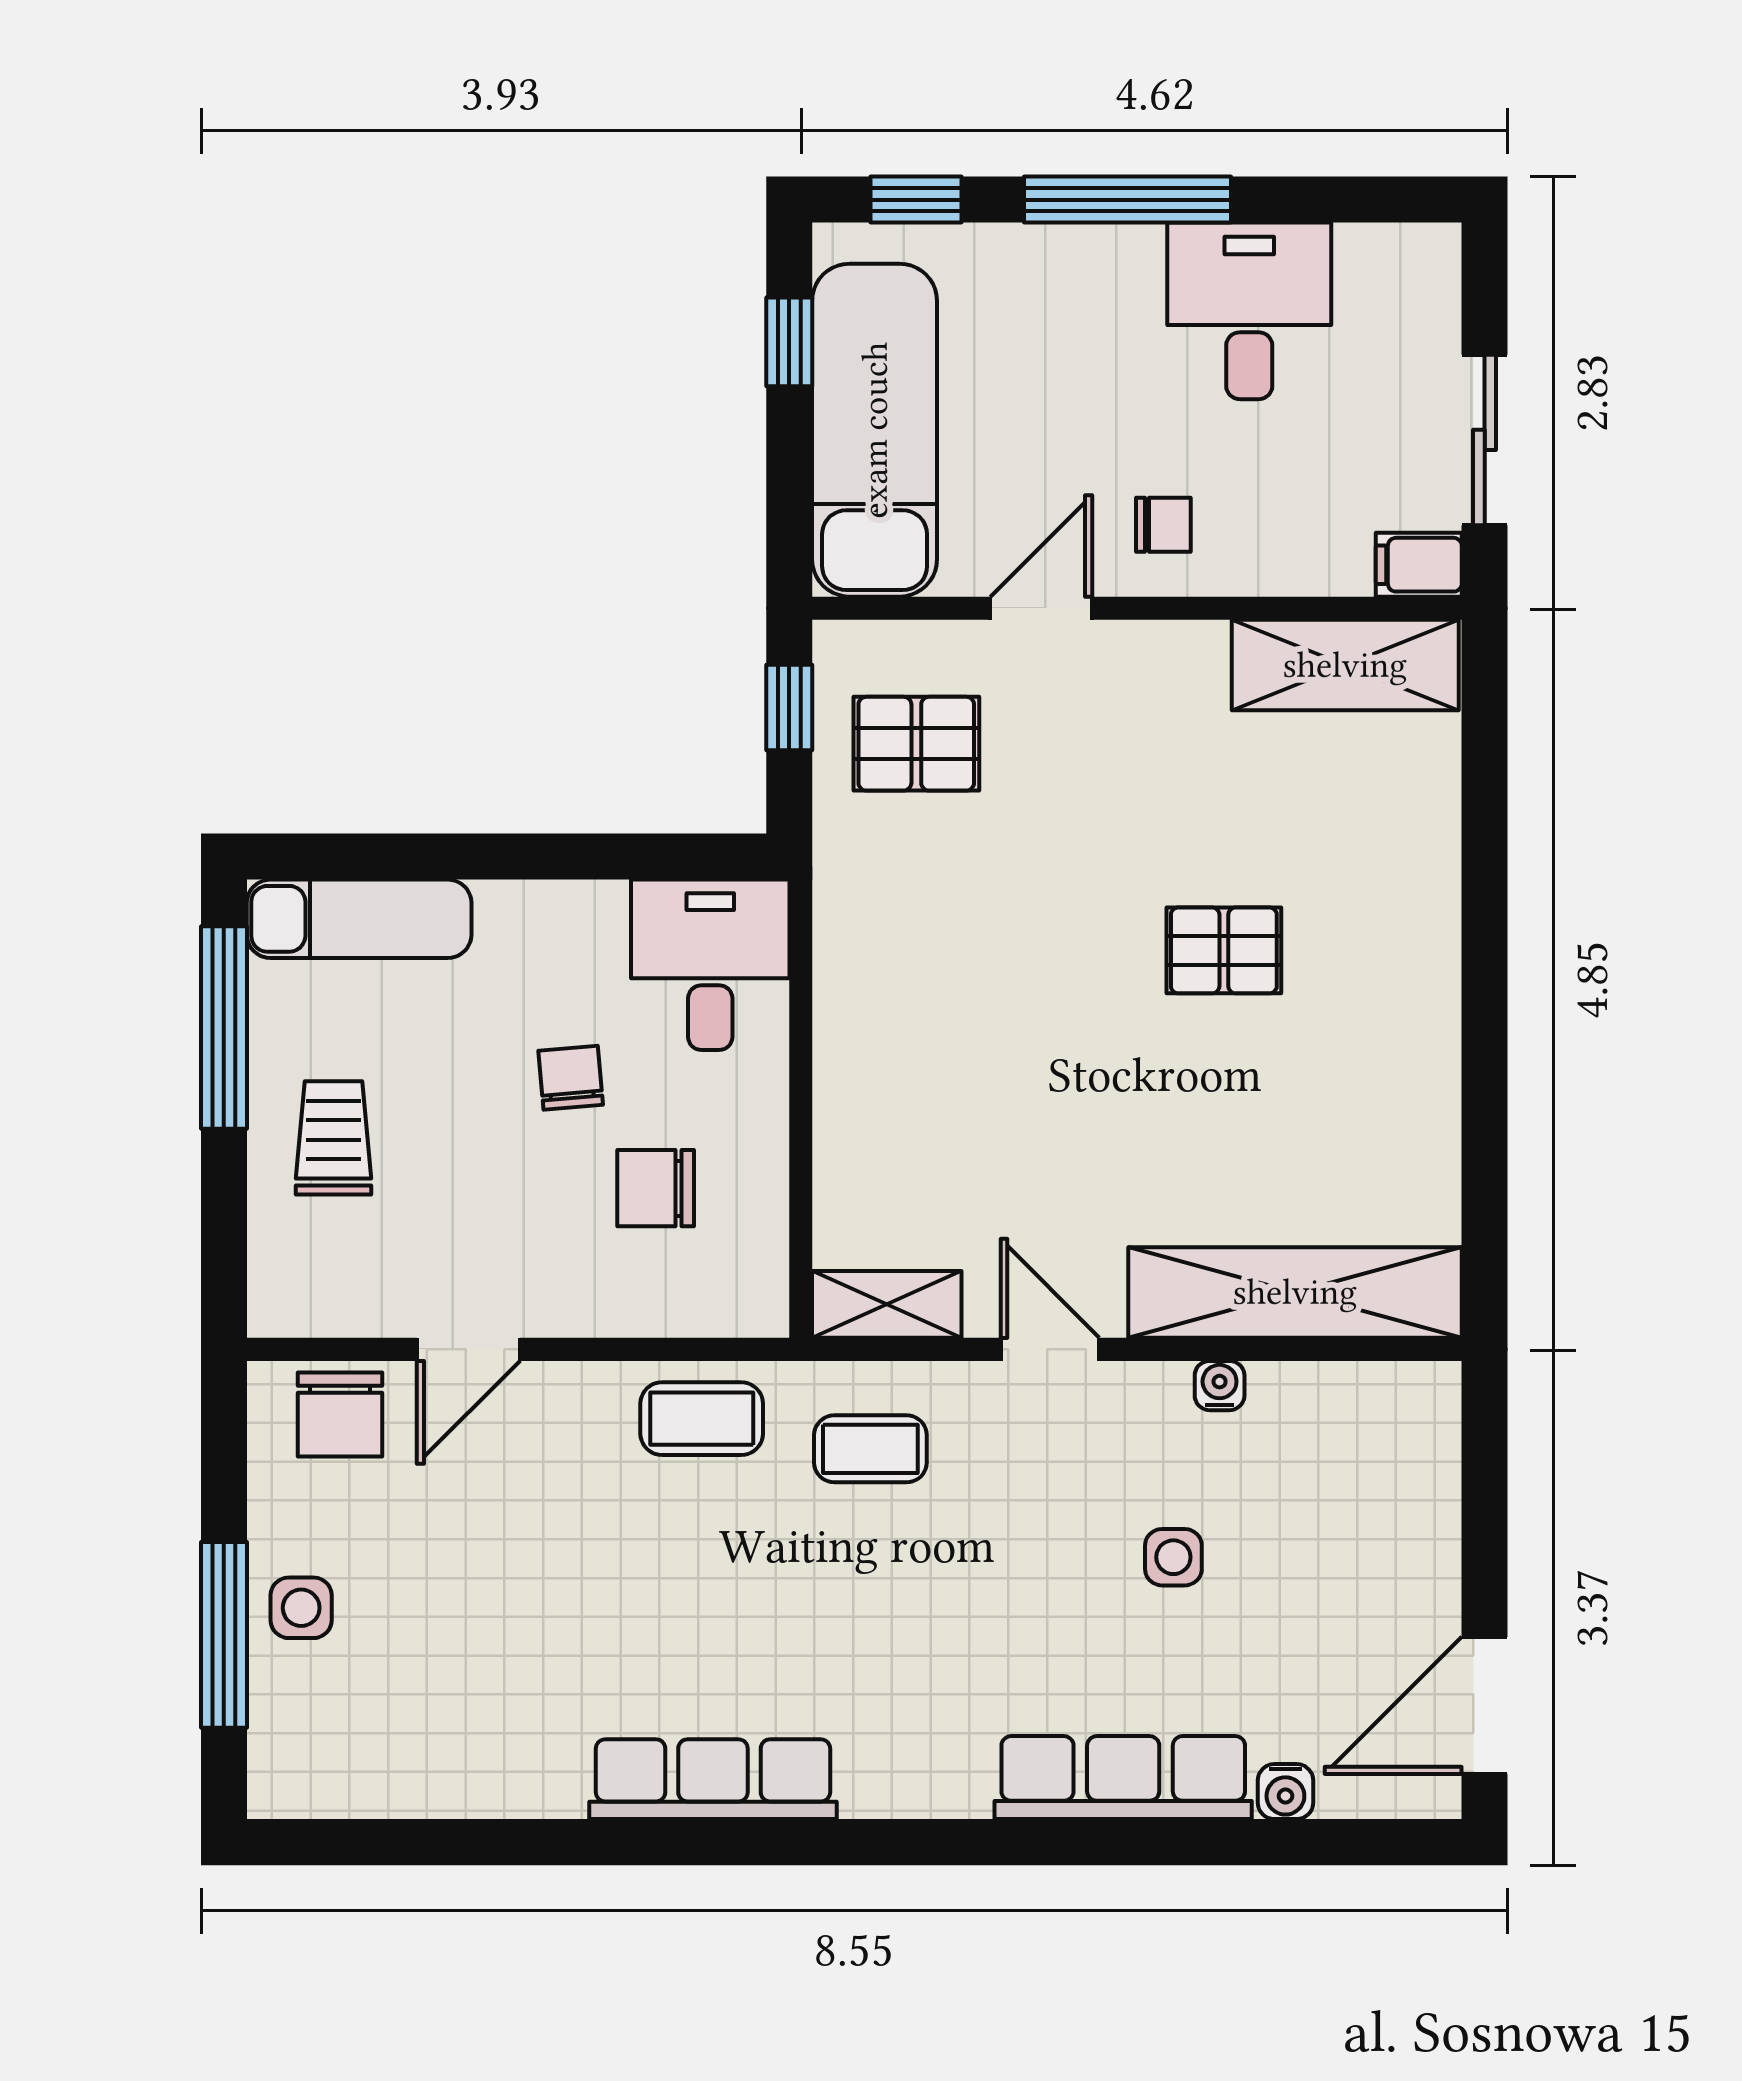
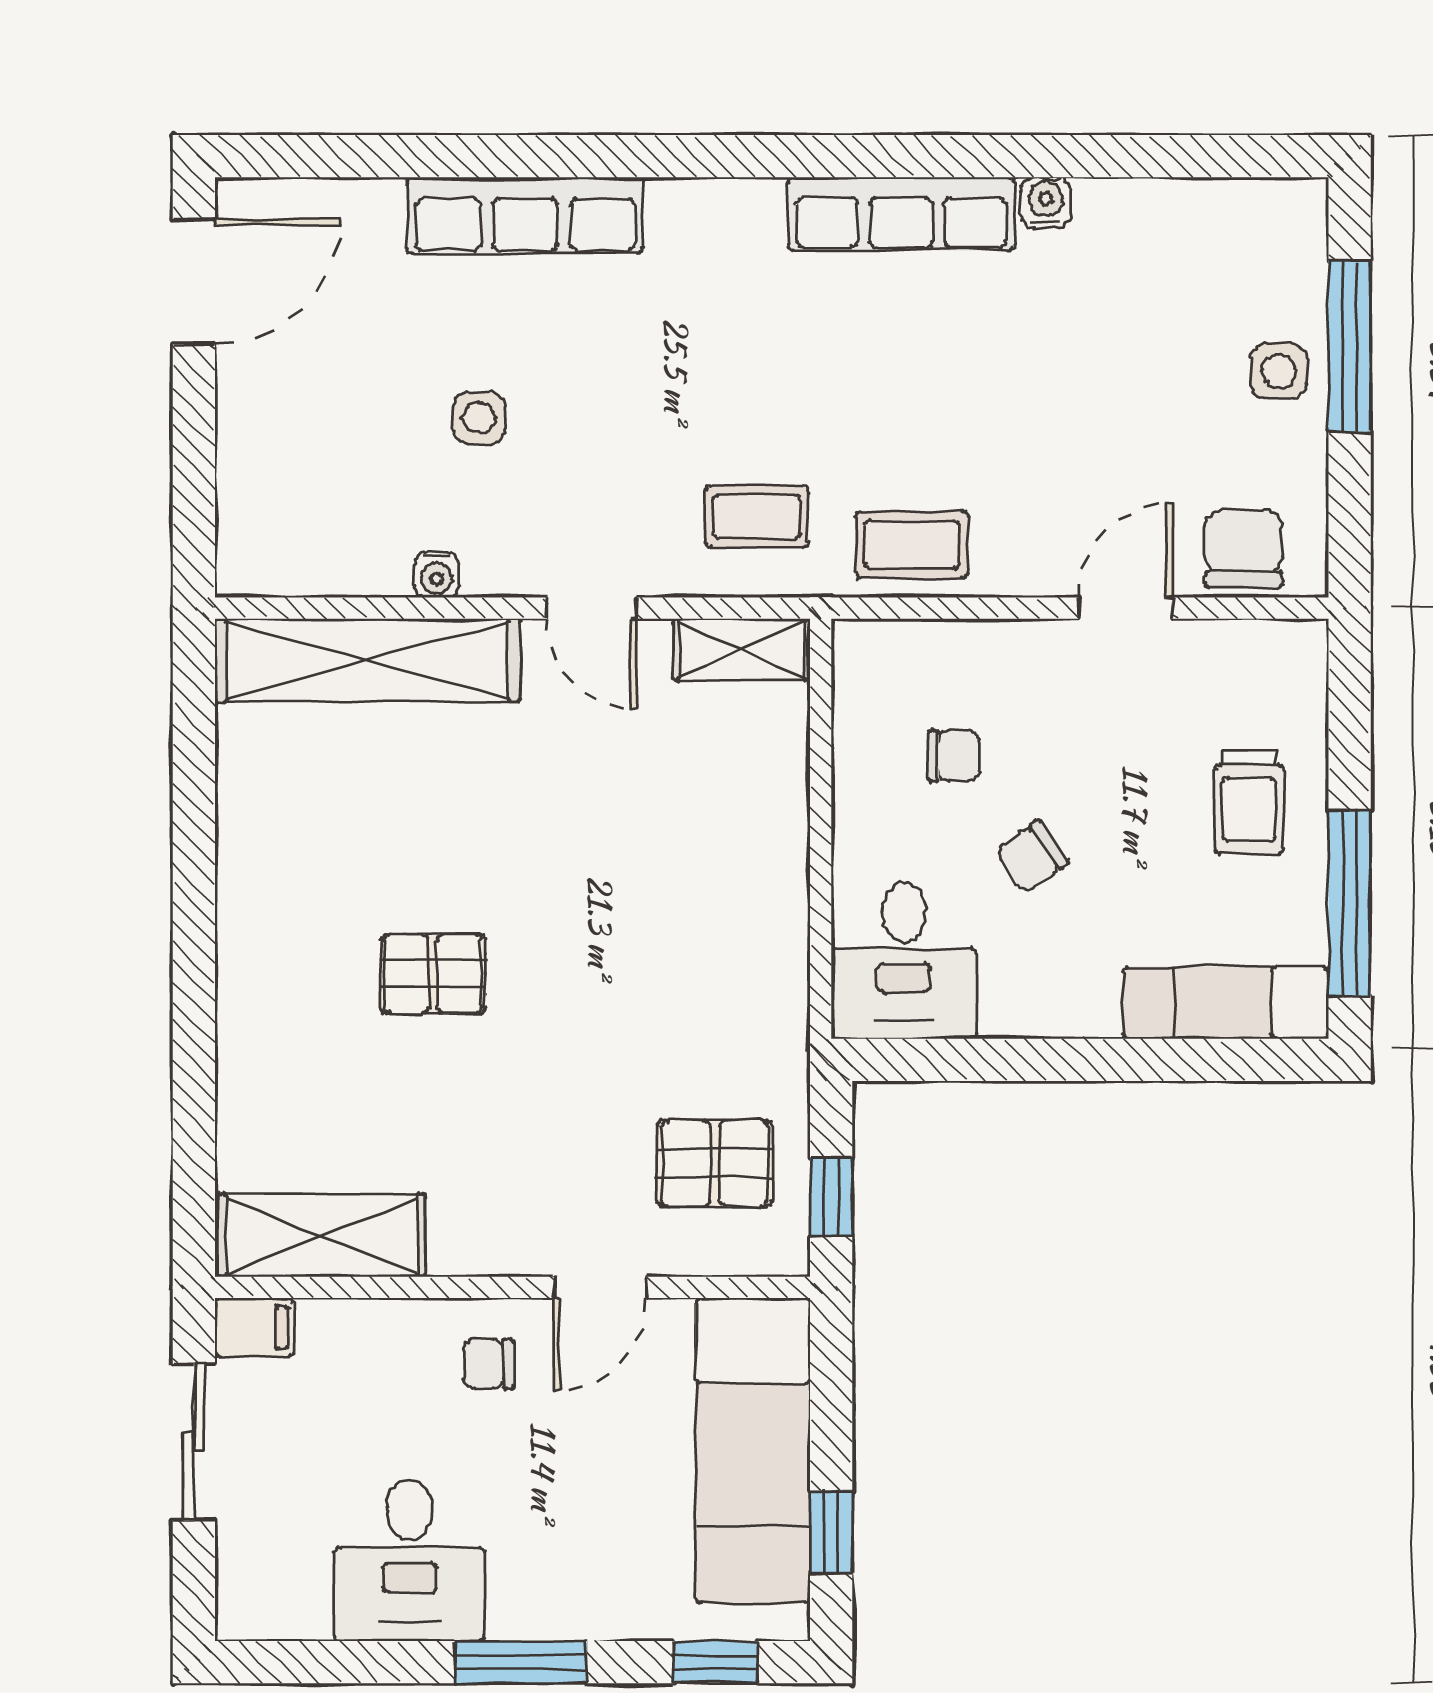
window: (1128, 200) -> (521, 1662), width x0.69
chair: (571, 1078) -> (1032, 857), turned 59
chair: (656, 1188) -> (954, 756), width x0.73, depth x0.73
water cooler: (1285, 1792) -> (1045, 203), moved

